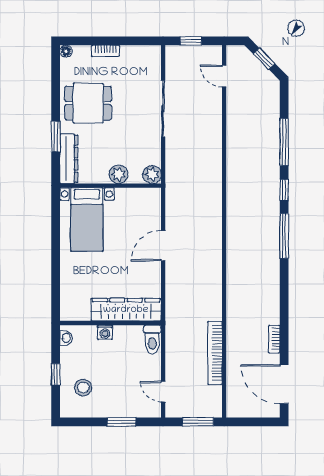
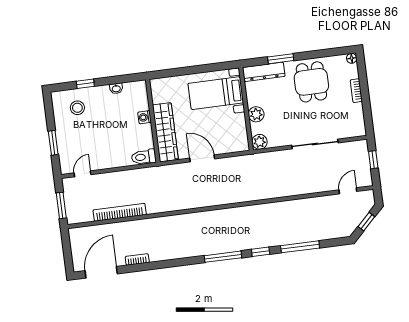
wardrobe: (126, 310) -> (165, 132), moved
wall: (111, 323) -> (153, 121), moved
washing machine: (105, 332) -> (144, 117), moved
toilet: (152, 339) -> (144, 157), moved

